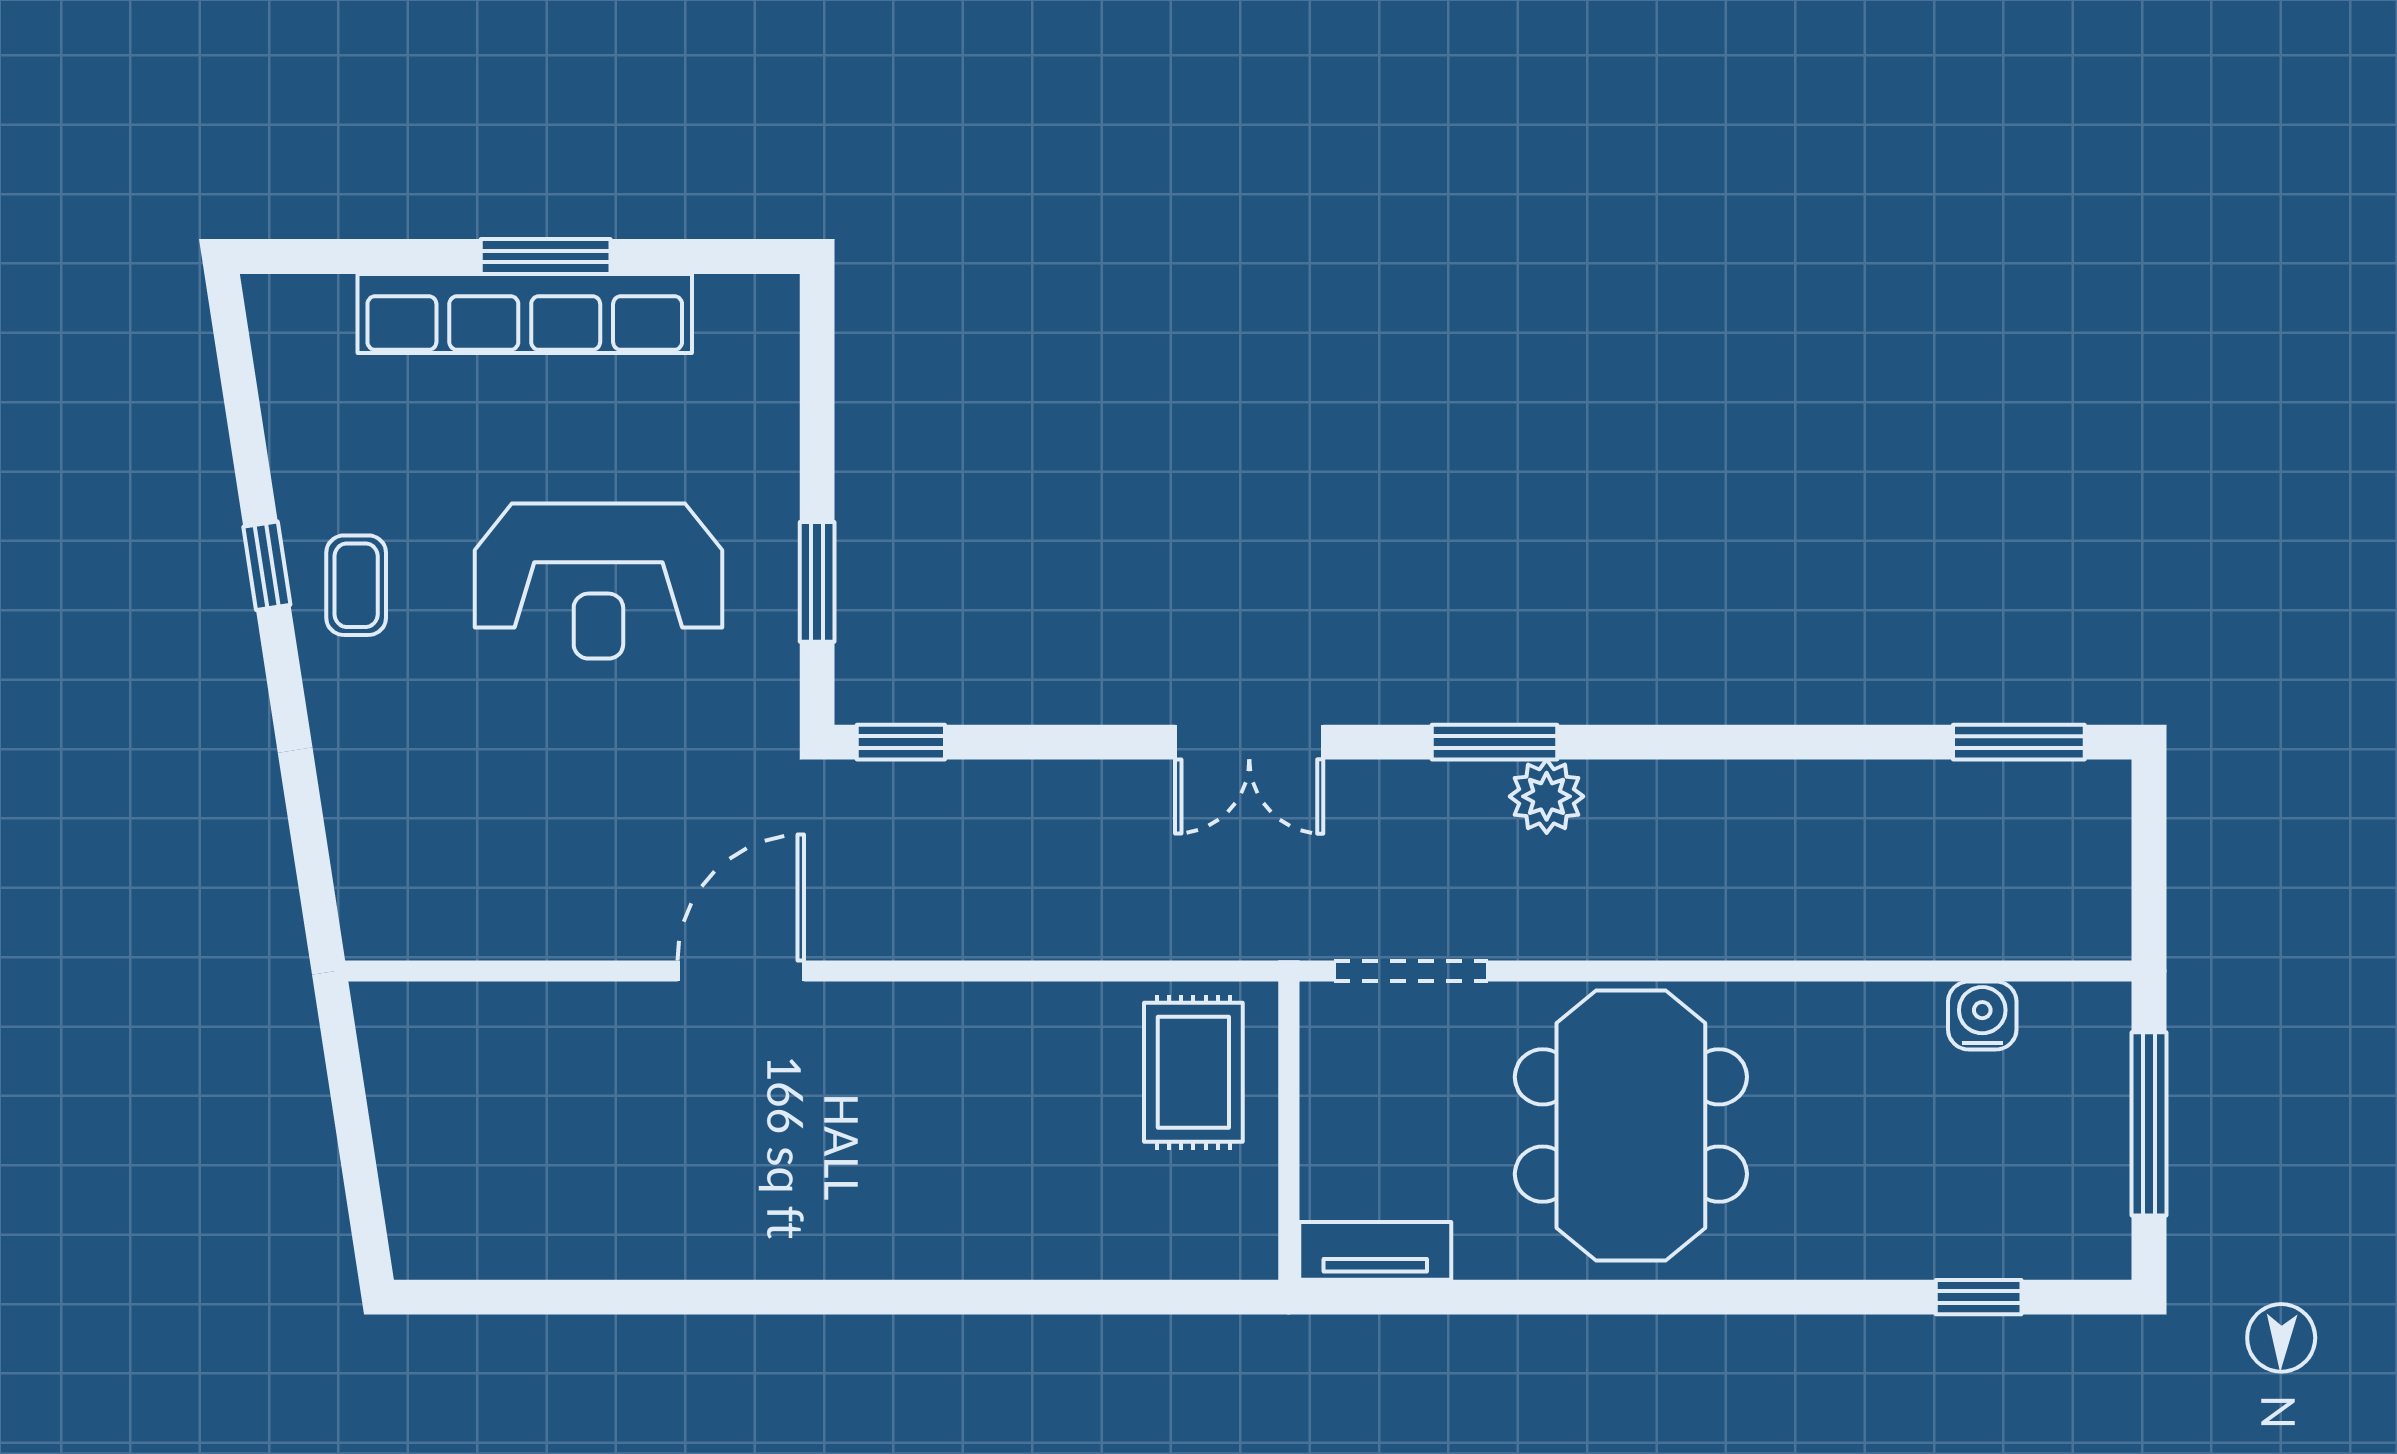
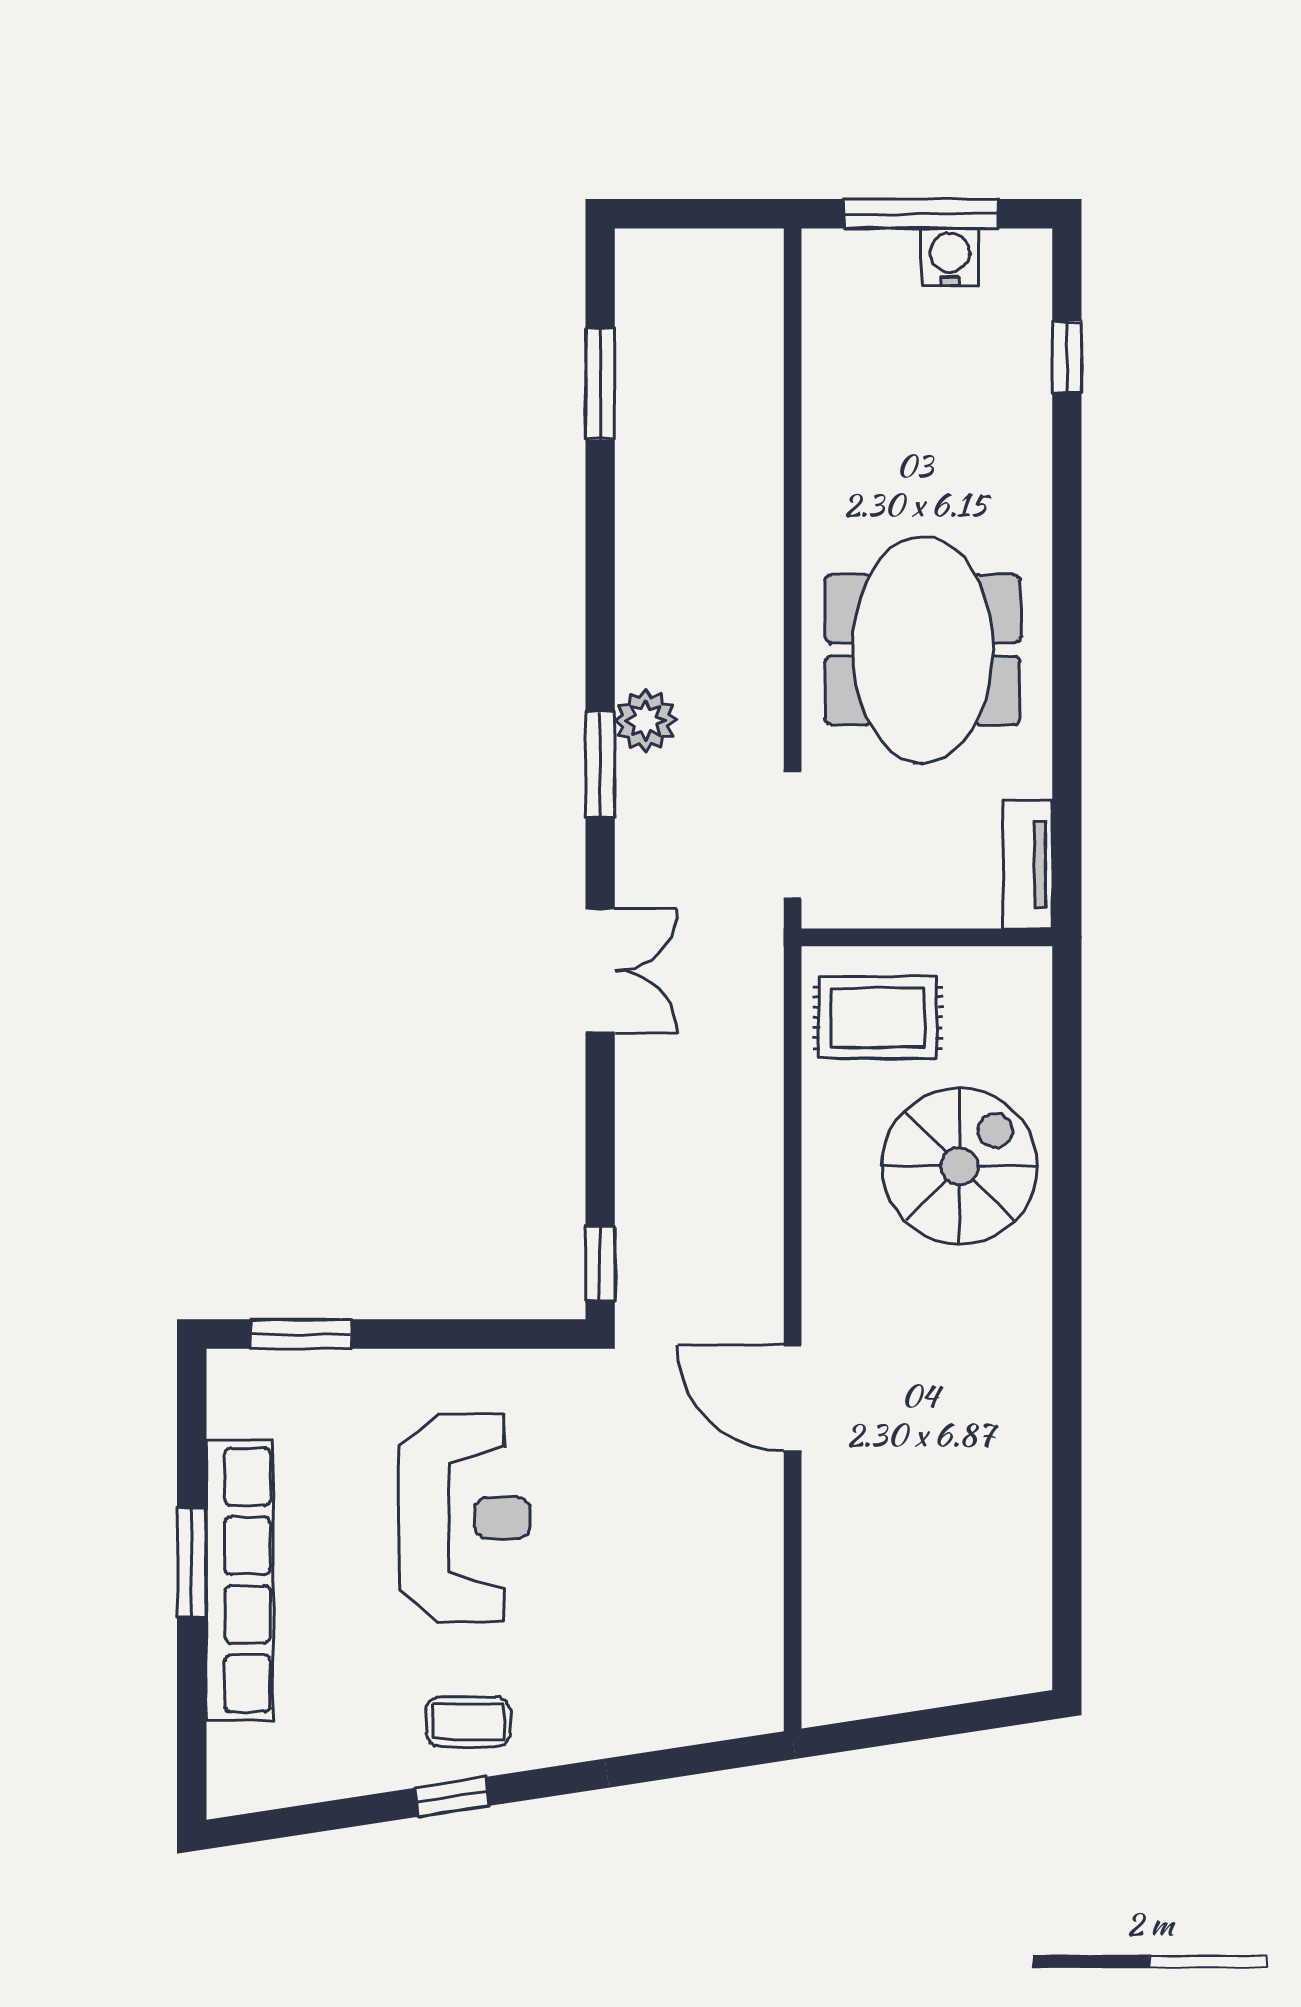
window: (817, 582) -> (301, 1334), moved
window: (2019, 742) -> (600, 384), moved
water cooler: (1982, 1016) -> (950, 257), moved, turned 90
meeting table: (1631, 1126) -> (923, 650), turned 90
spiral stairs: (1017, 1170) -> (960, 1166), added

